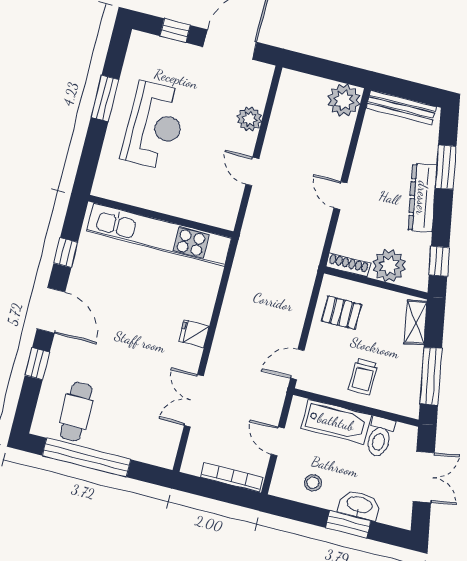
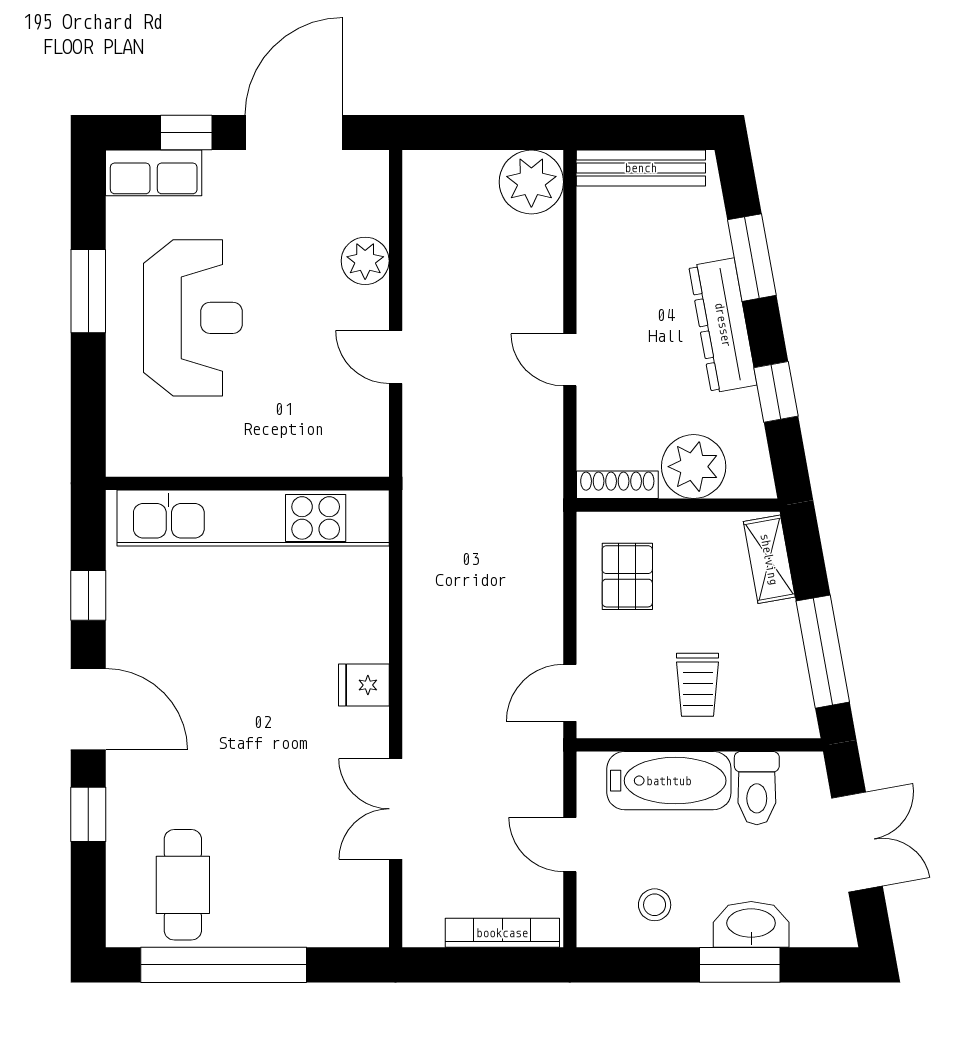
row of seats: (153, 47) -> (154, 173), added
window: (439, 261) -> (776, 392), moved
pallet: (341, 313) -> (627, 576), turned 90

